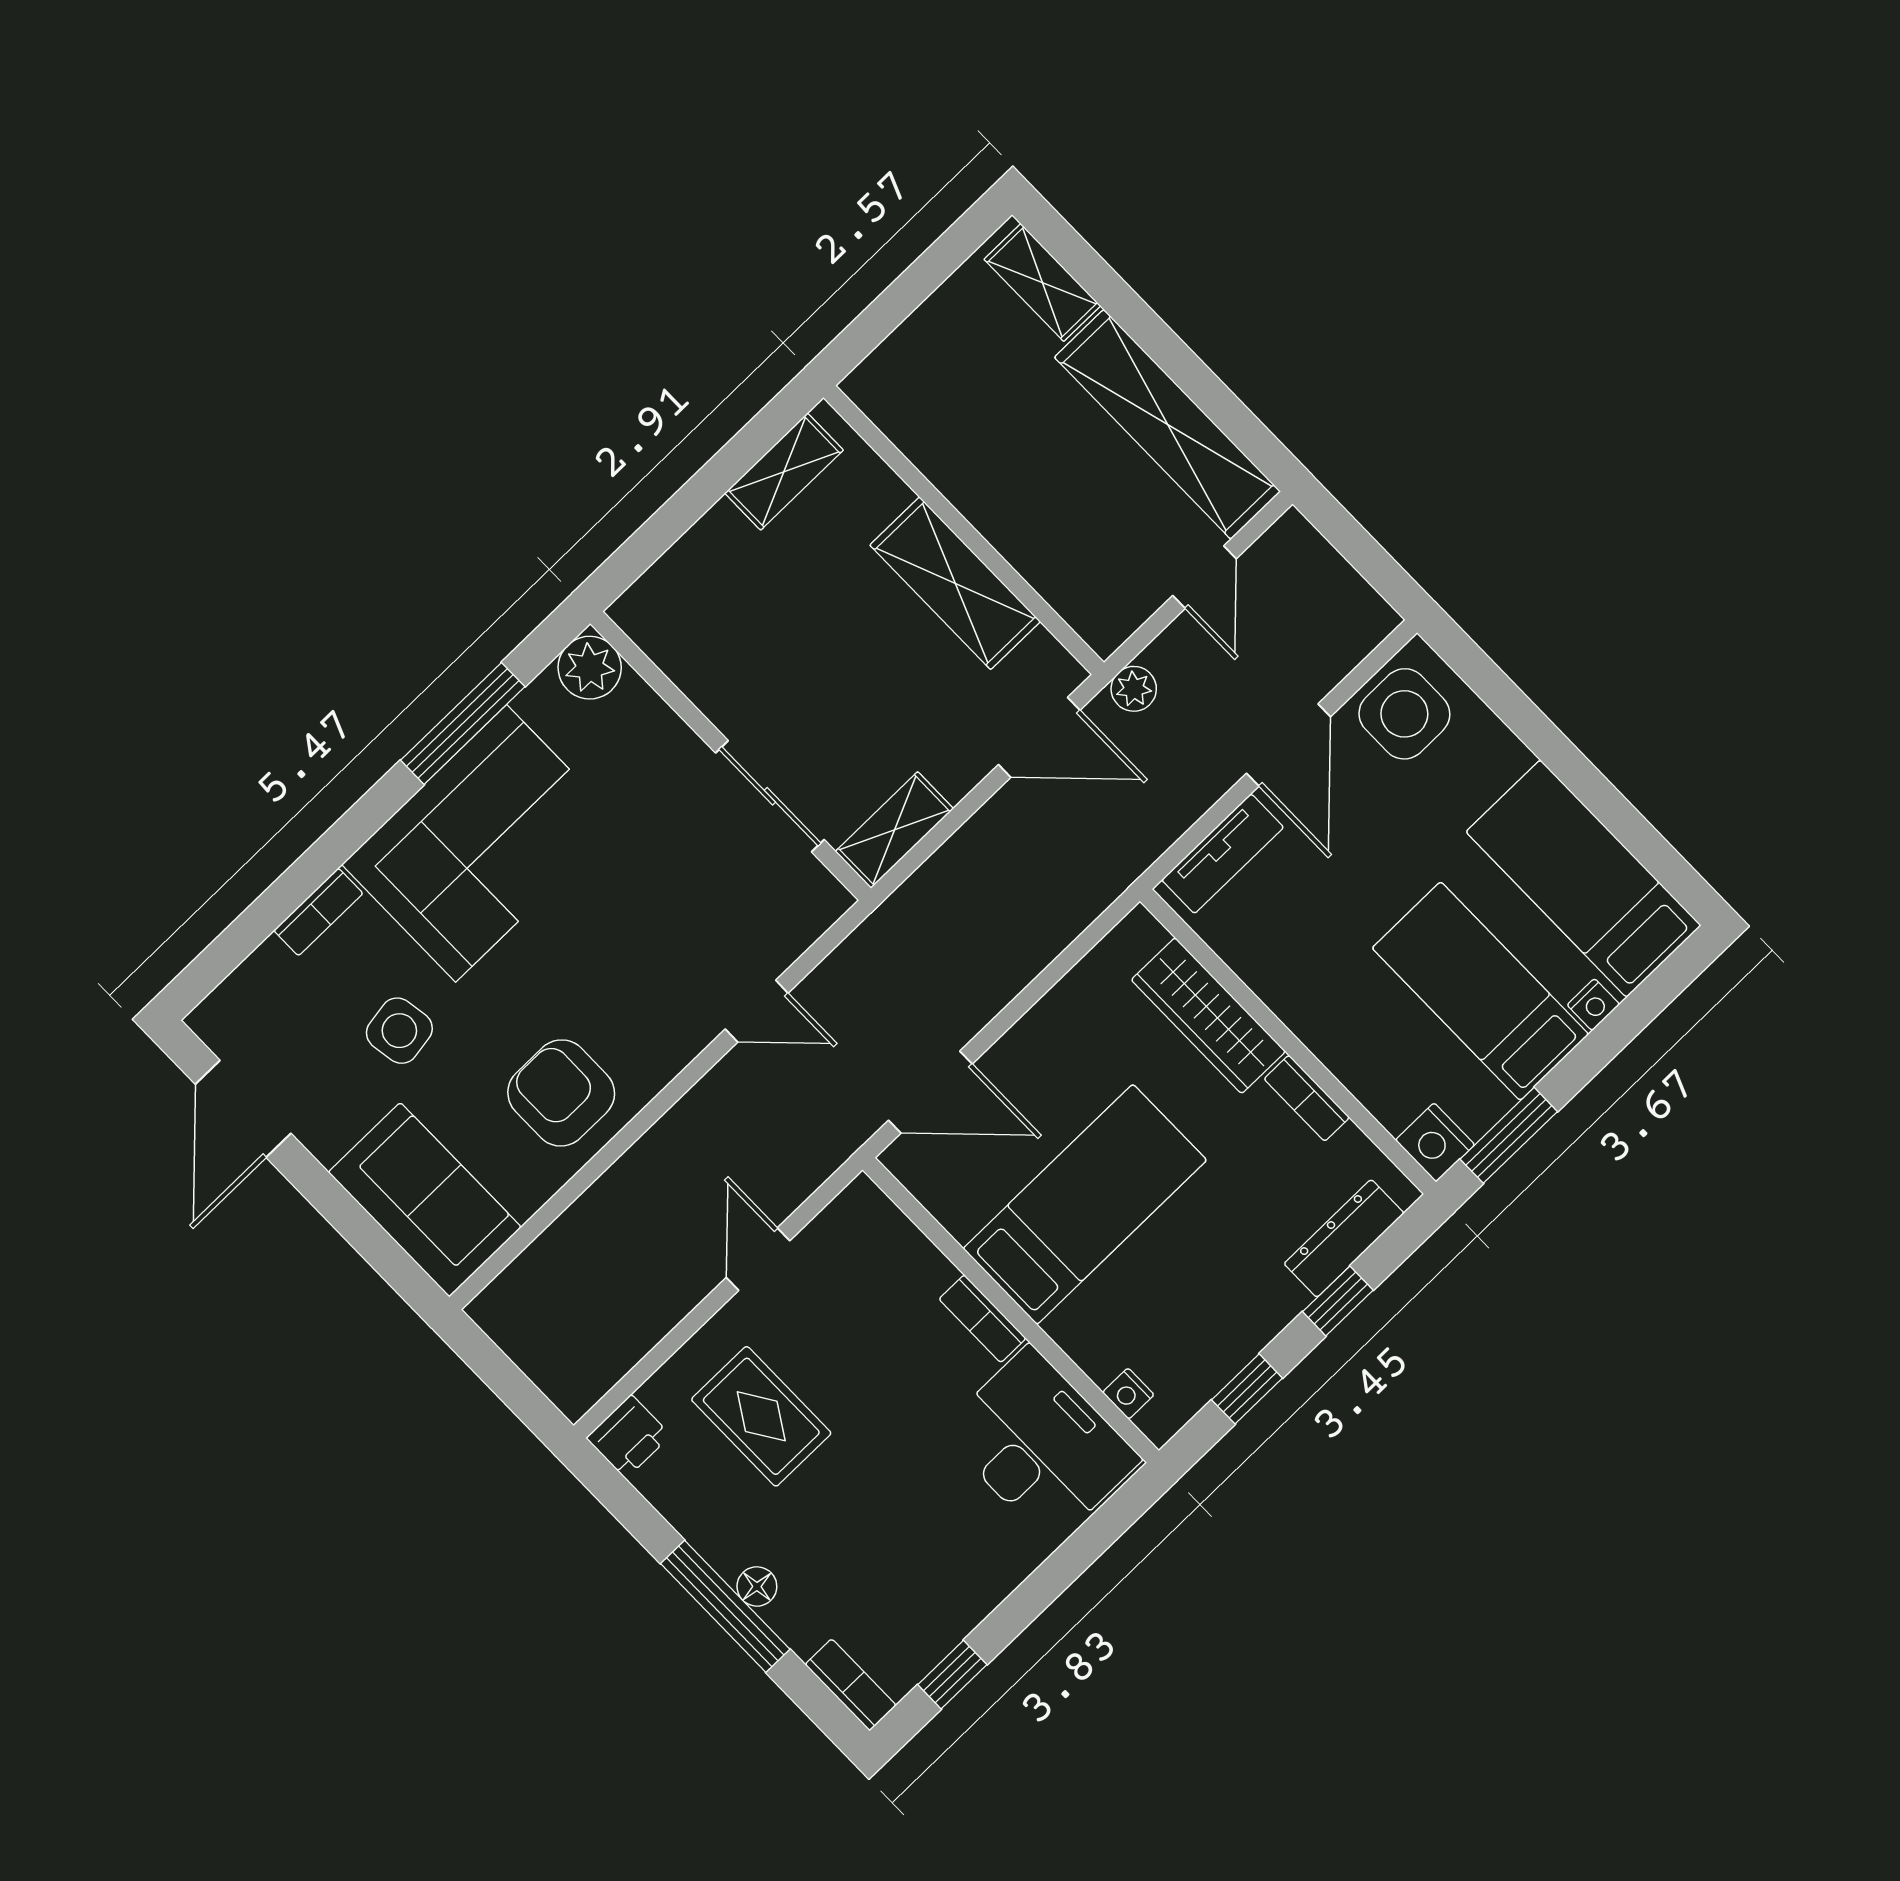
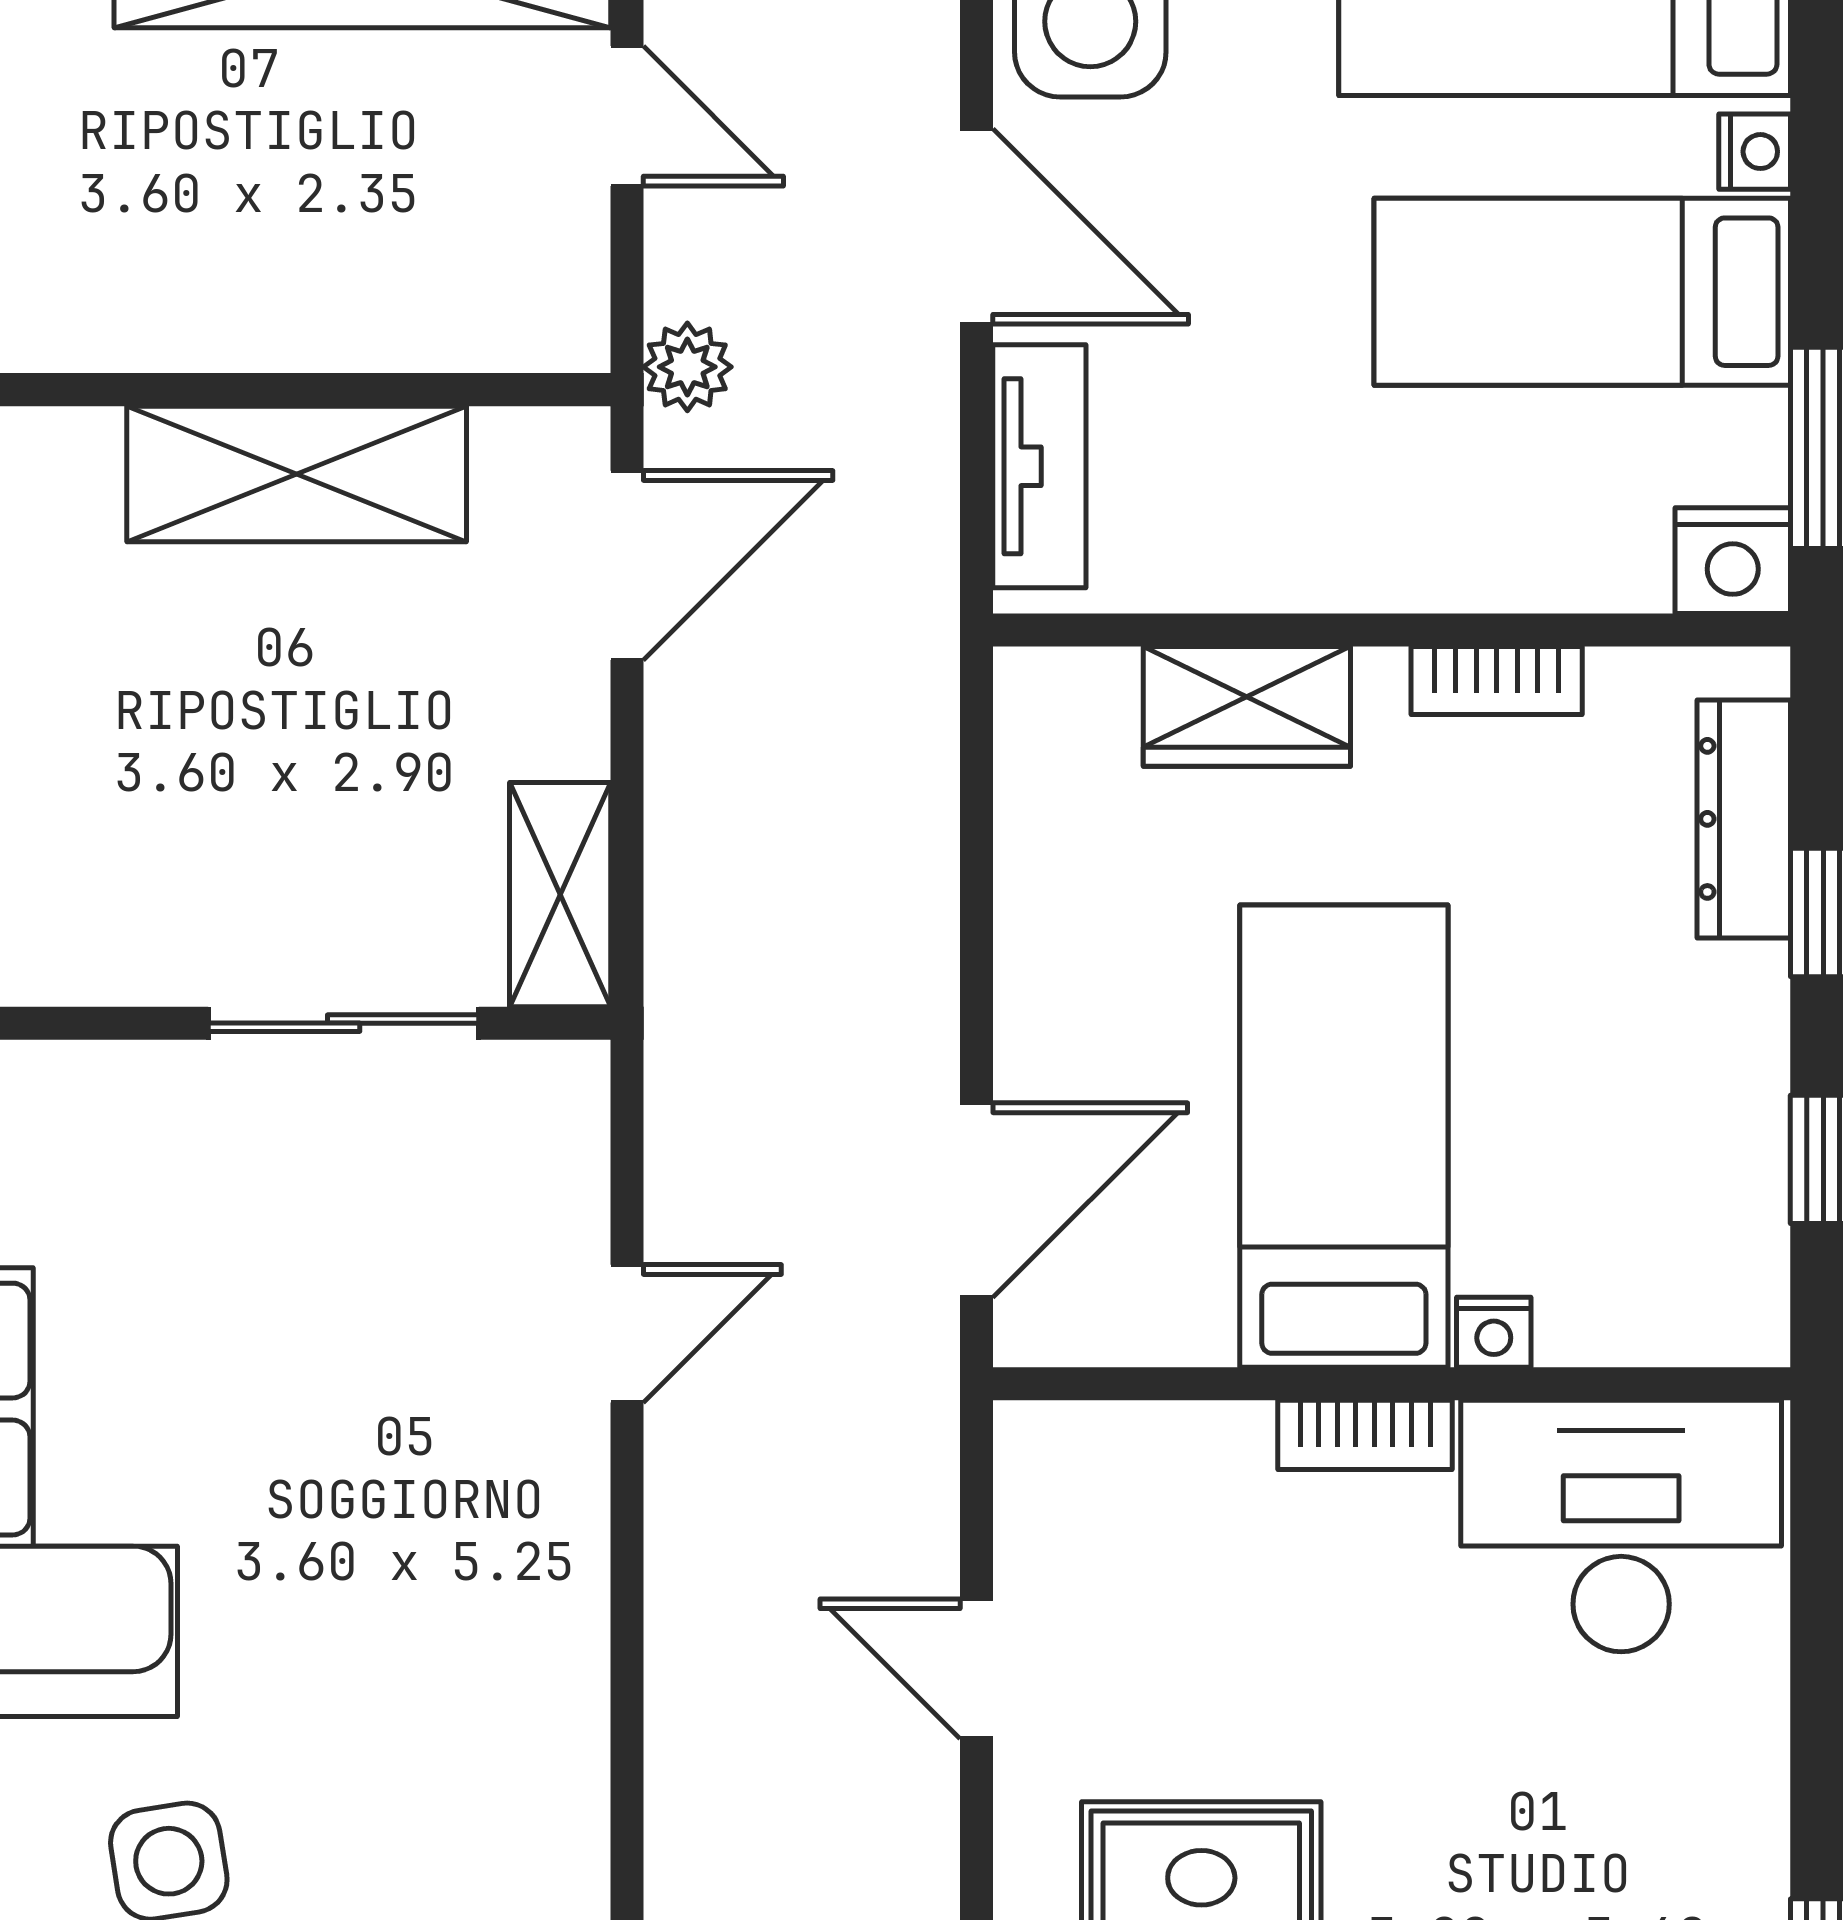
wardrobe: (1208, 1016) -> (1247, 706), width x0.67
armchair: (561, 1093) -> (476, 1719), removed
nightstand: (1128, 1394) -> (1494, 1332), moved

